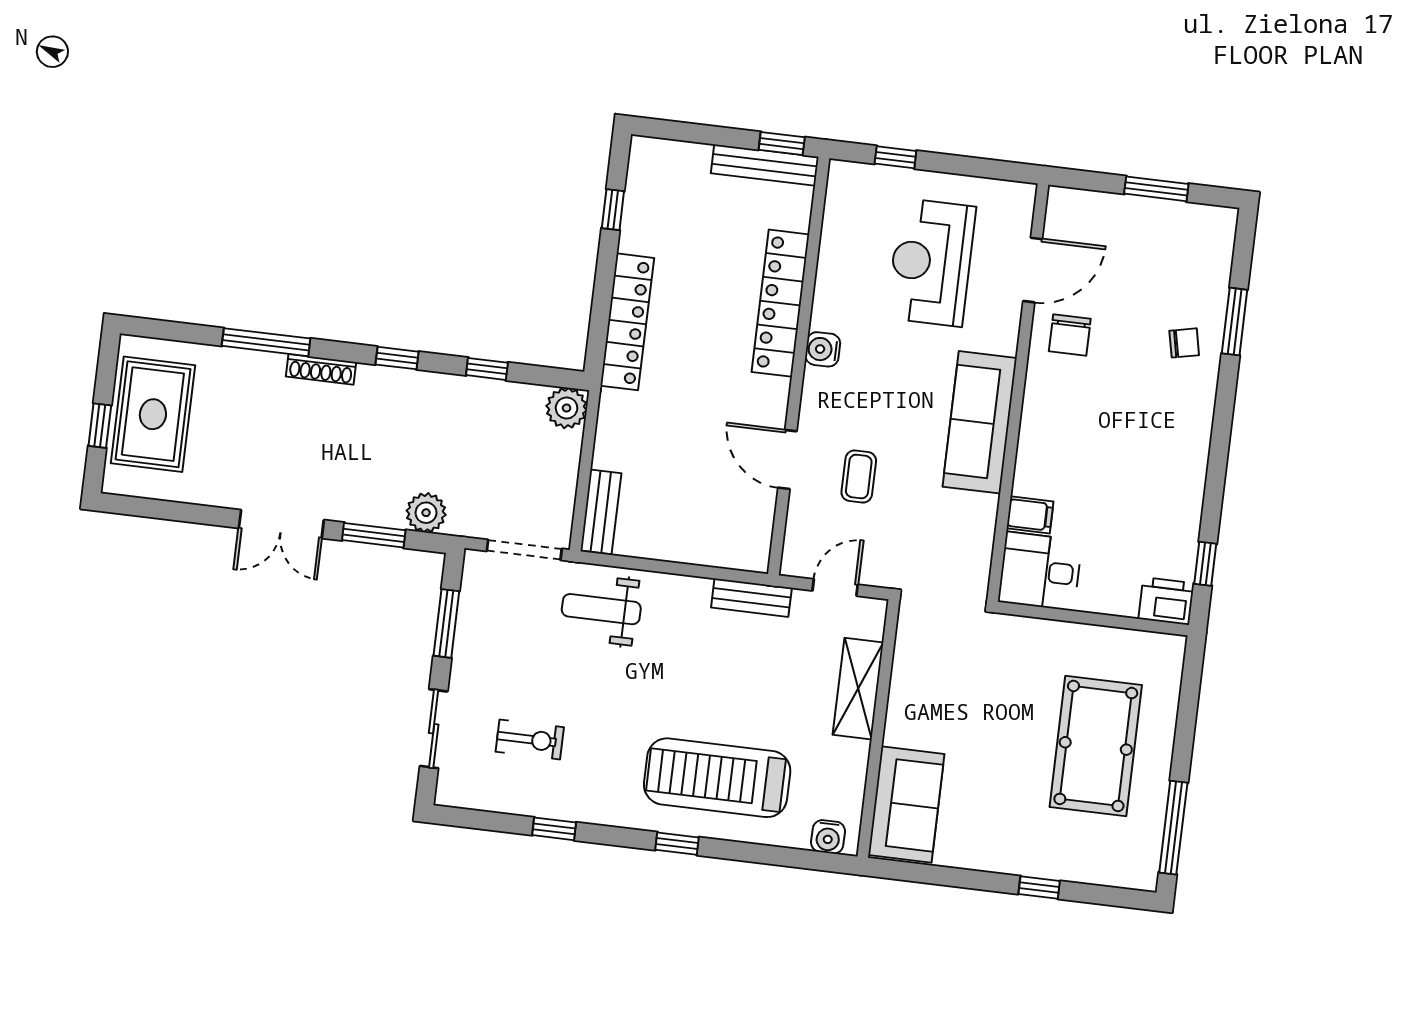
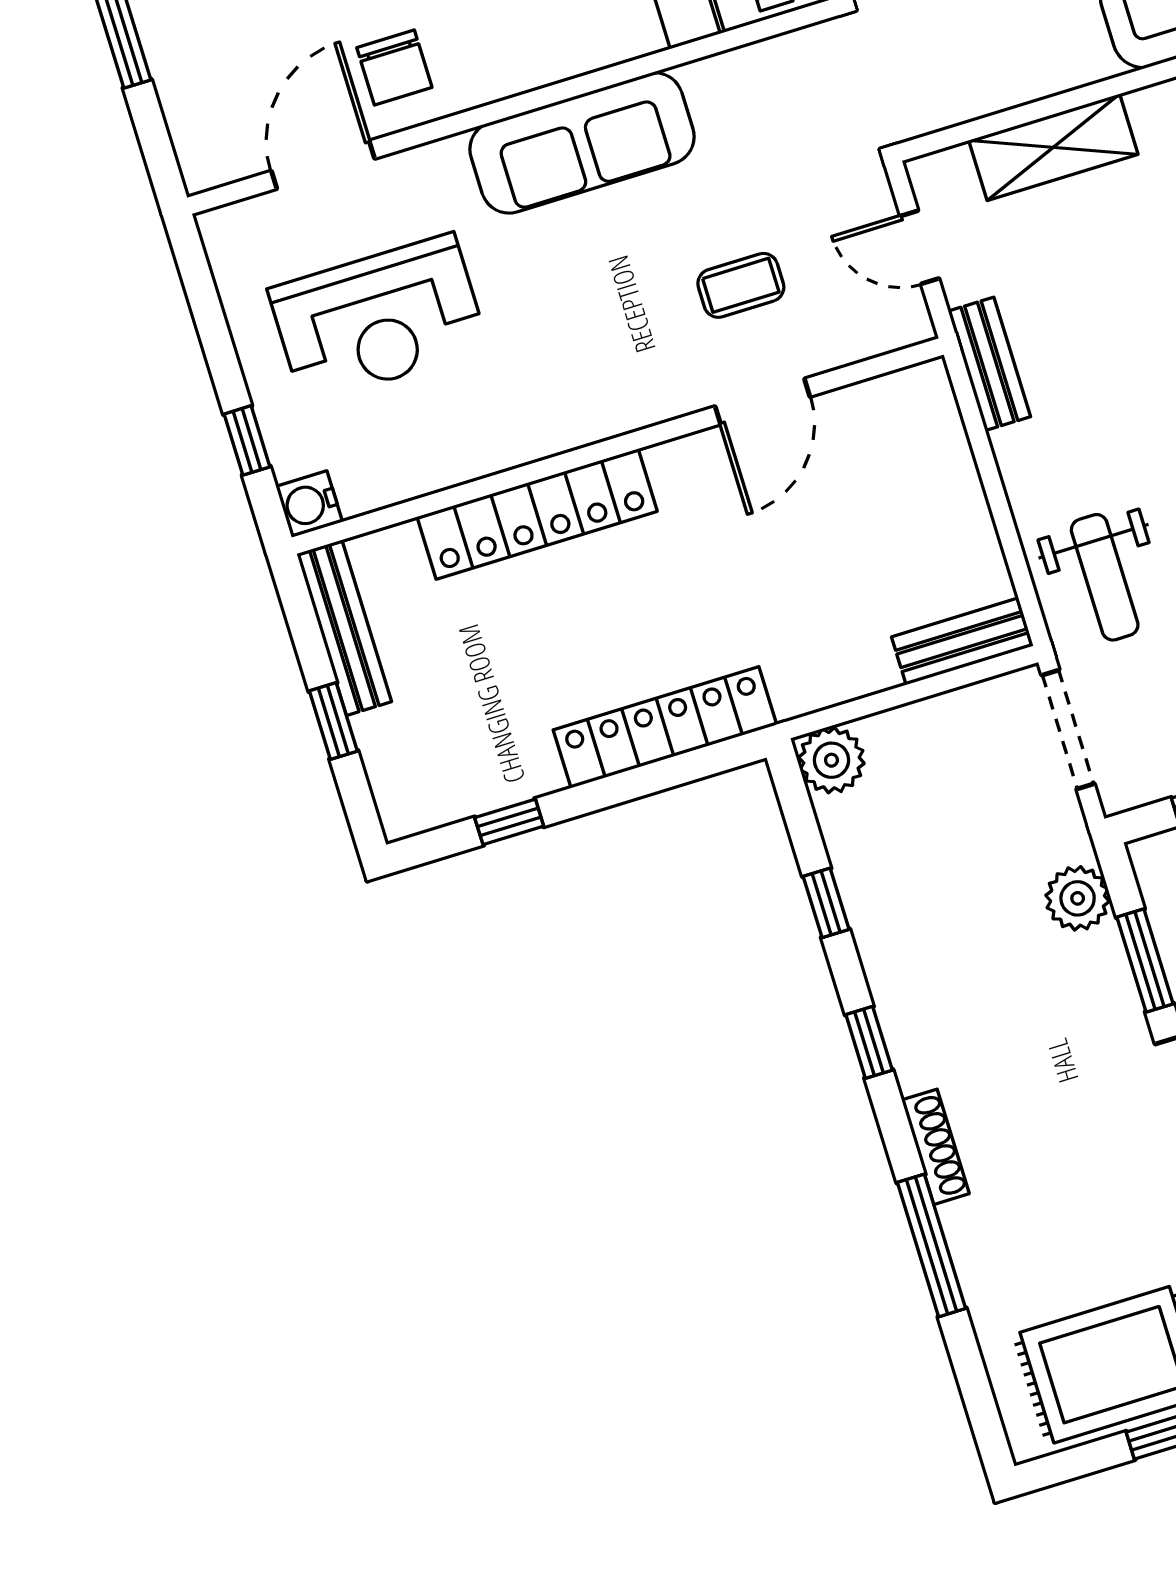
window: (782, 143) -> (333, 721), moved
door: (1033, 270) -> (323, 165), hinge flipped
chair: (1070, 335) -> (394, 67), turned 90
water cooler: (823, 349) -> (309, 504), moved, turned 90

